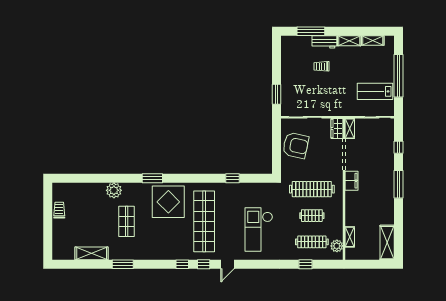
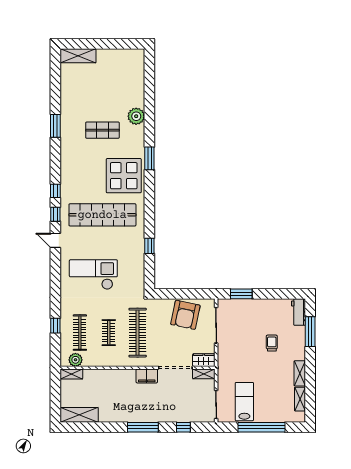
workbench: (324, 42) -> (299, 312), moved
trolley: (59, 210) -> (115, 57), removed
shelving: (350, 237) -> (71, 374), moved
shelving: (92, 253) -> (78, 56), moved, turned 90

